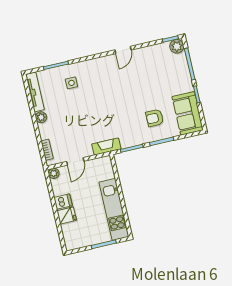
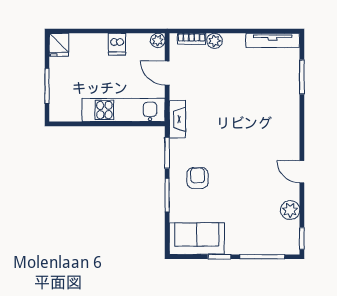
plant: (177, 46) -> (290, 210), moved
side table: (71, 83) -> (274, 92), removed
plant: (41, 117) -> (215, 41), moved
armchair: (155, 118) -> (198, 178), moved
kitchen unit: (114, 209) -> (123, 110), moved
fridge: (67, 215) -> (59, 45), moved

